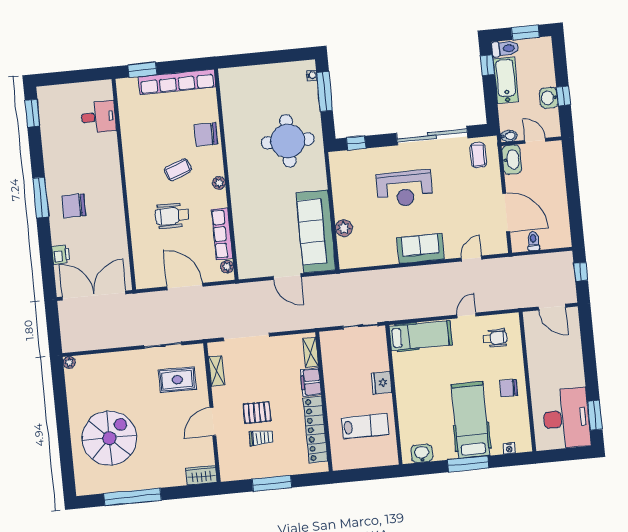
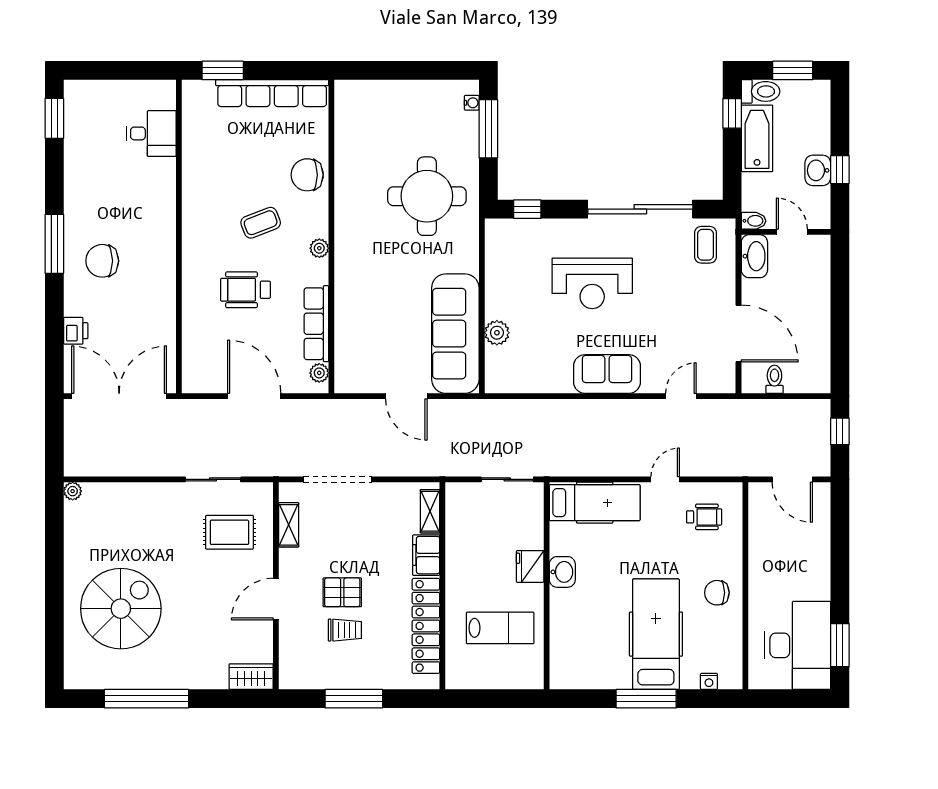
washbasin: (422, 453) -> (562, 572), moved, turned 90

